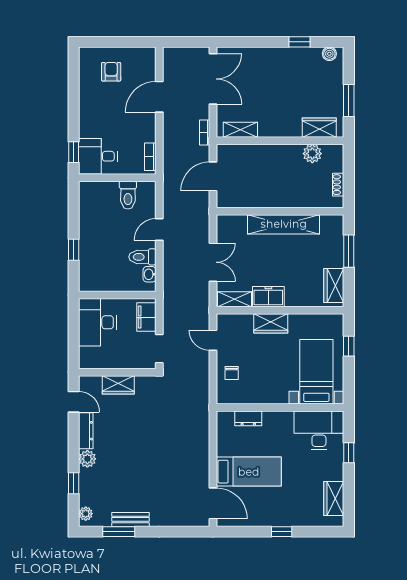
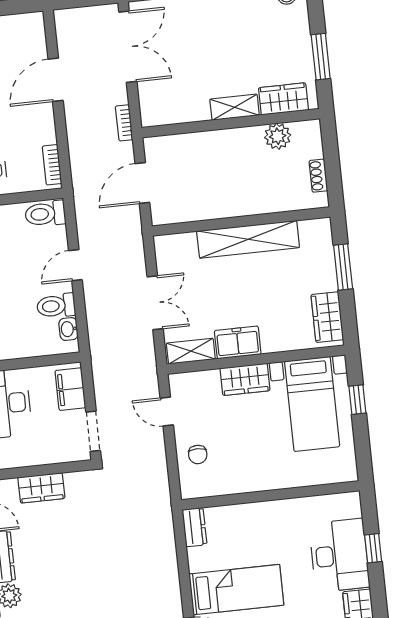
shelving: (240, 130) -> (235, 107), moved
toilet: (128, 195) -> (45, 214), moved, turned 90
bed with nightstands: (316, 372) -> (312, 404), moved, turned 180
dresser: (248, 418) -> (194, 527), moved, turned -90
desk: (319, 430) -> (339, 555), moved, turned 90

